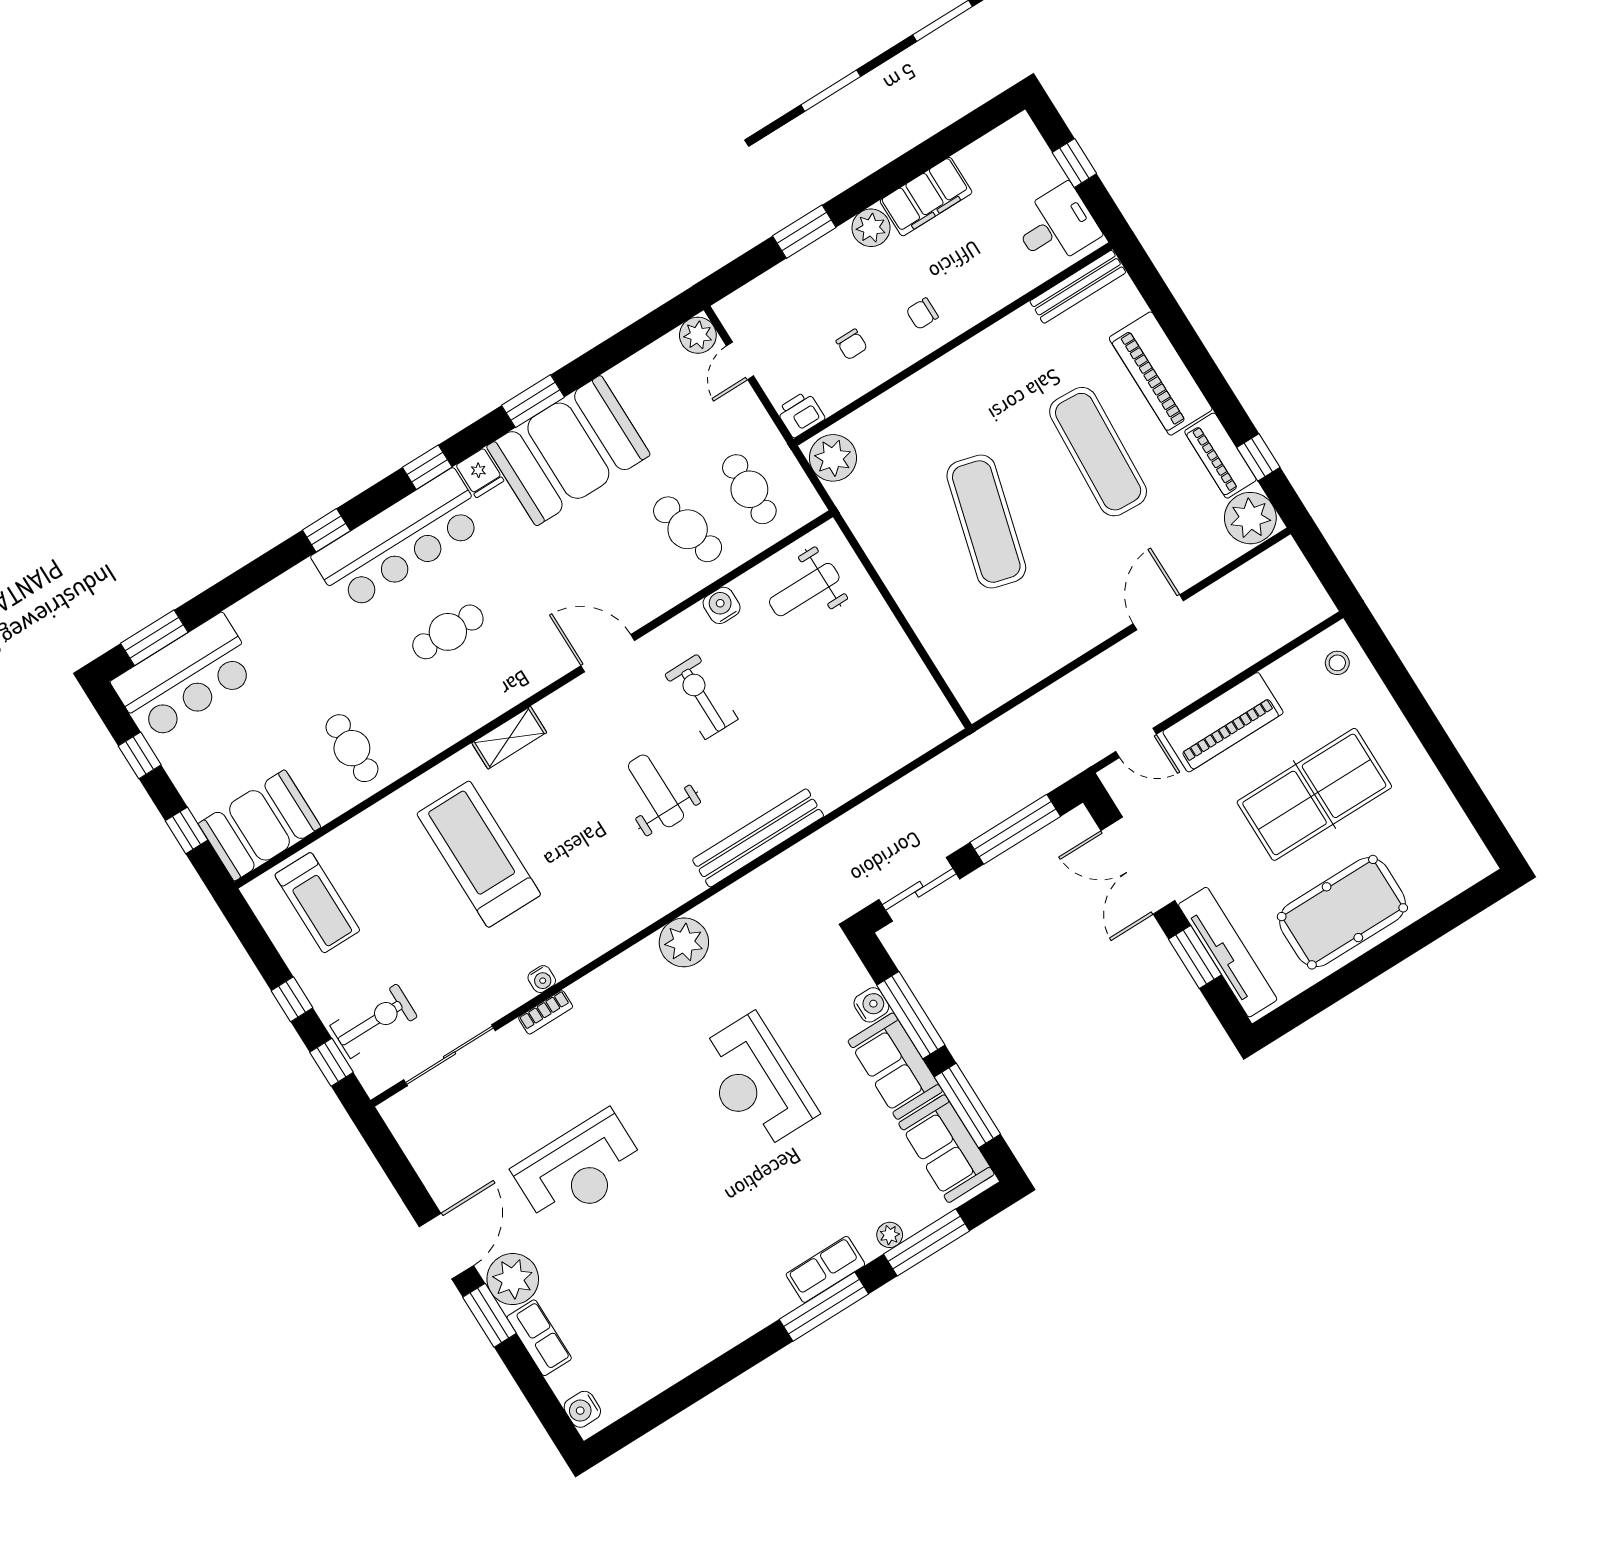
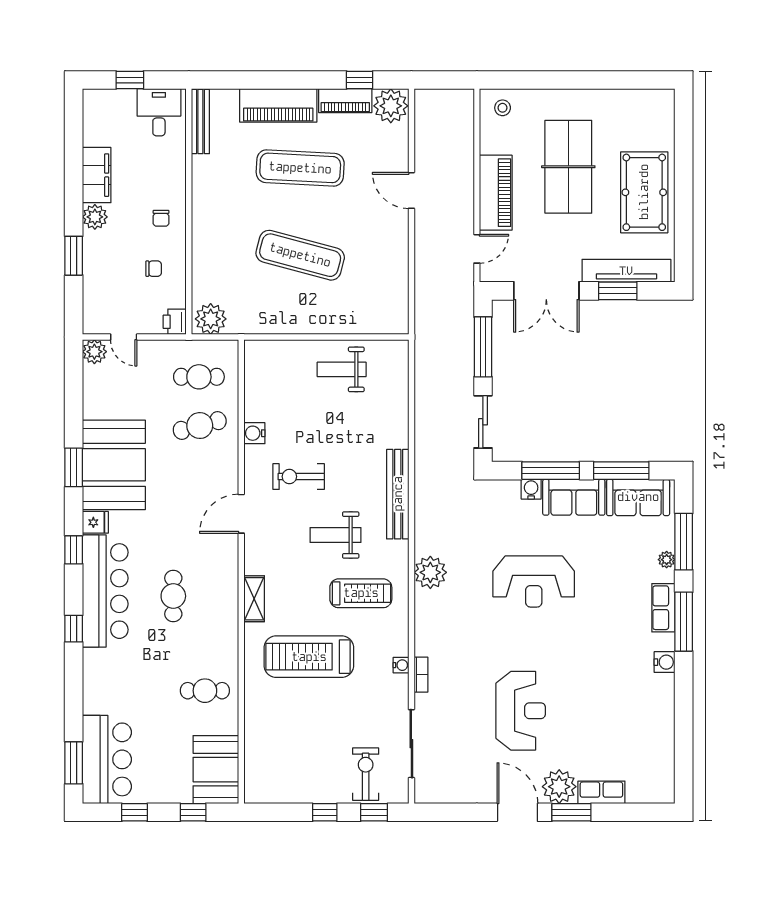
weight bench: (804, 590) -> (342, 369), moved, turned 90
treadmill: (317, 903) -> (361, 593), moved
water cooler: (582, 1409) -> (665, 662), moved, turned -90

